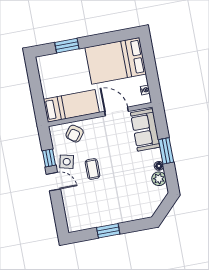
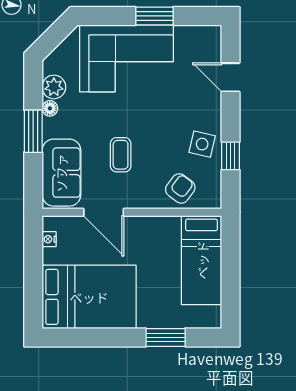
bed: (71, 106) -> (202, 260), moved, turned -90
coffee table: (93, 169) -> (121, 155), moved
door: (53, 182) -> (231, 77), moved
corner sofa: (120, 203) -> (126, 58), added

